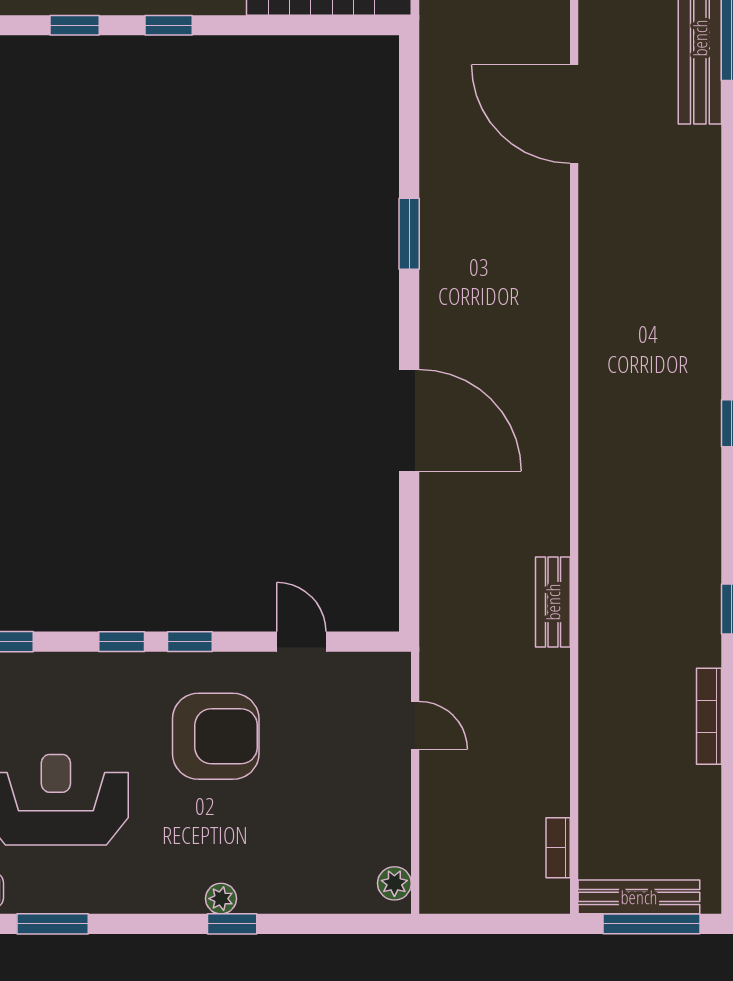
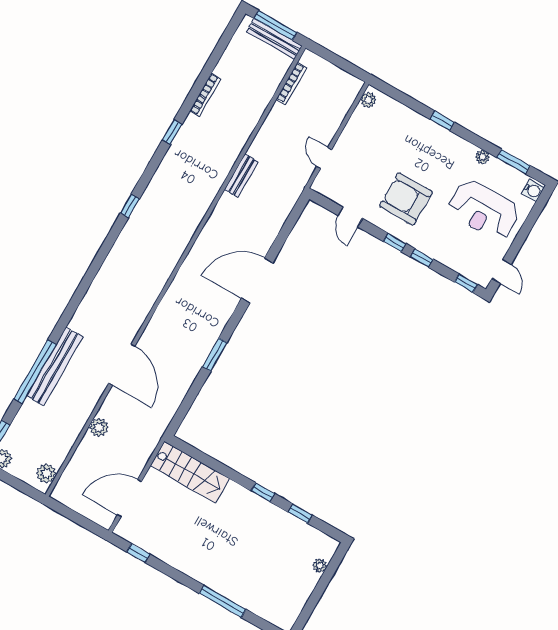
door: (409, 420) -> (257, 281), hinge flipped
bookcase: (558, 848) -> (291, 83), width x1.56
plant: (221, 899) -> (482, 157), moved

